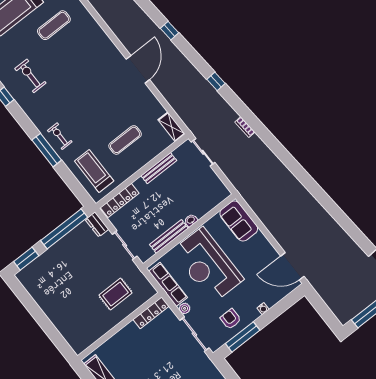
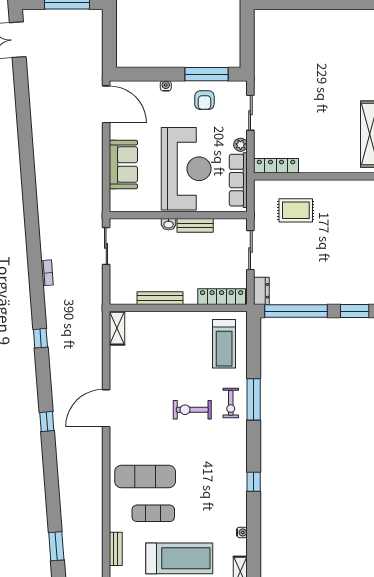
exercise bike: (30, 76) -> (192, 410), moved, turned 90
exercise mat: (125, 140) -> (145, 477), moved, width x1.36, depth x1.45
sliding door: (203, 152) -> (106, 246), moved
sofa: (239, 221) -> (123, 164), moved
bench: (169, 236) -> (195, 225), width x0.73
sliding door: (194, 334) -> (250, 113), width x0.73

